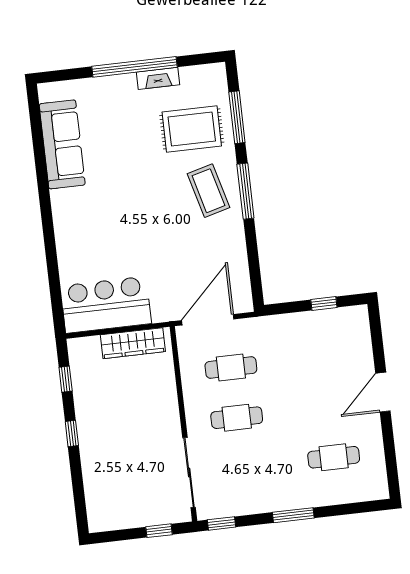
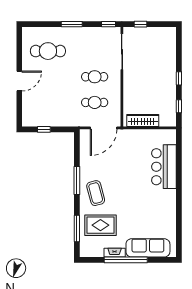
sofa: (62, 144) -> (148, 248), moved, turned 90
window: (245, 191) -> (77, 181), moved
bar counter: (106, 305) -> (164, 167), moved, turned 90
cafe table: (334, 457) -> (48, 51), width x1.37, depth x1.35

